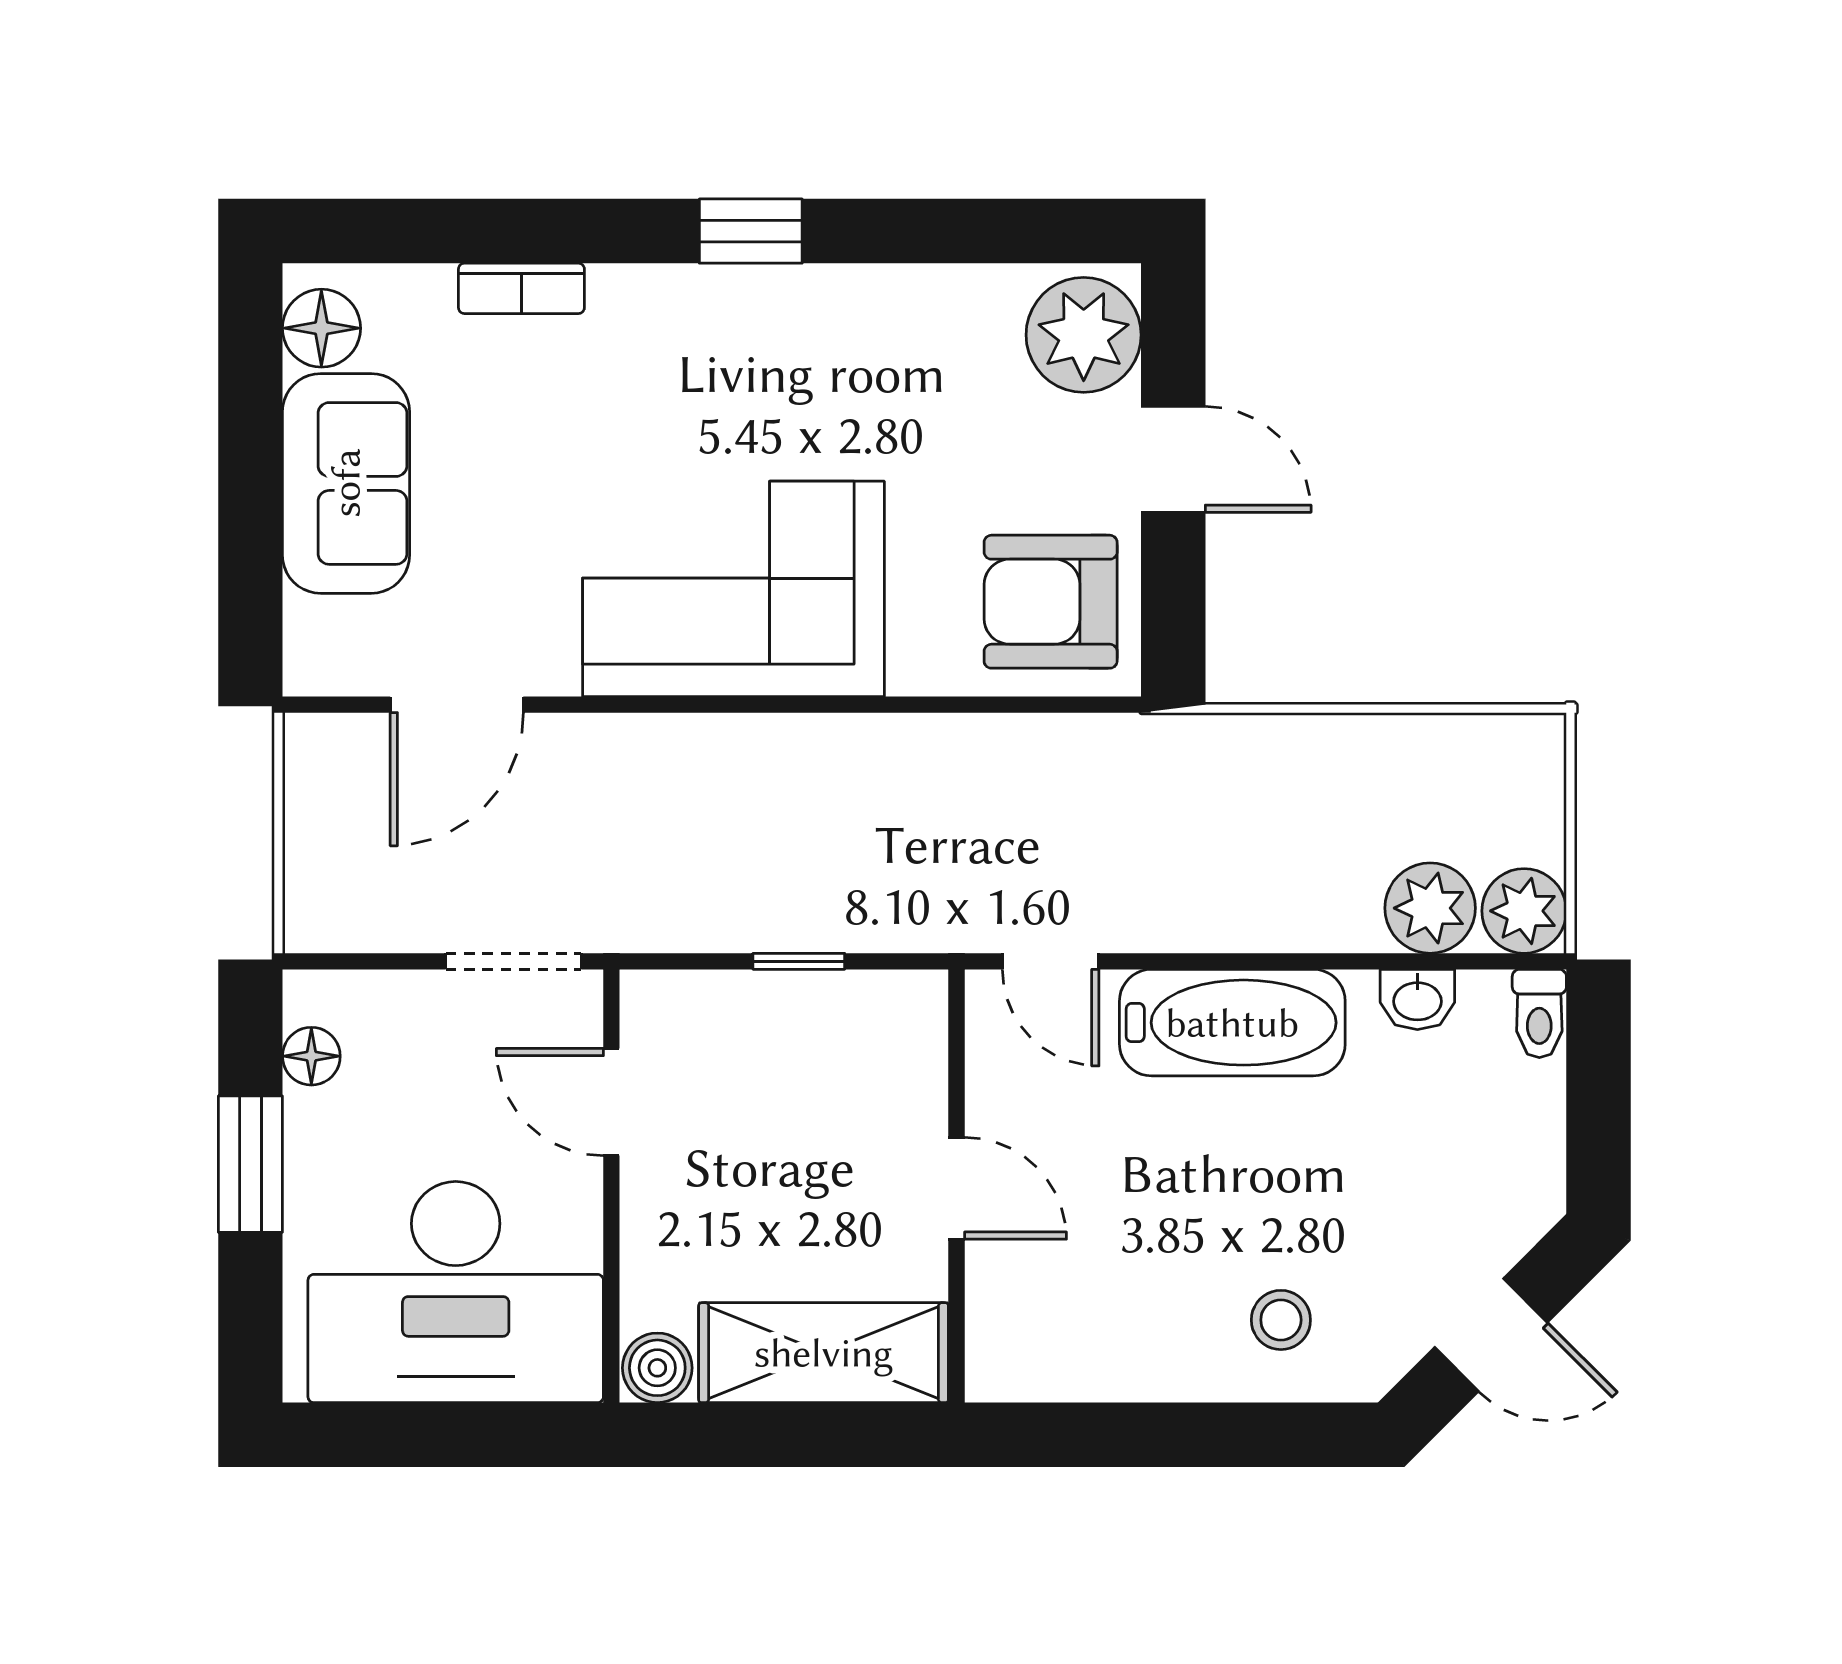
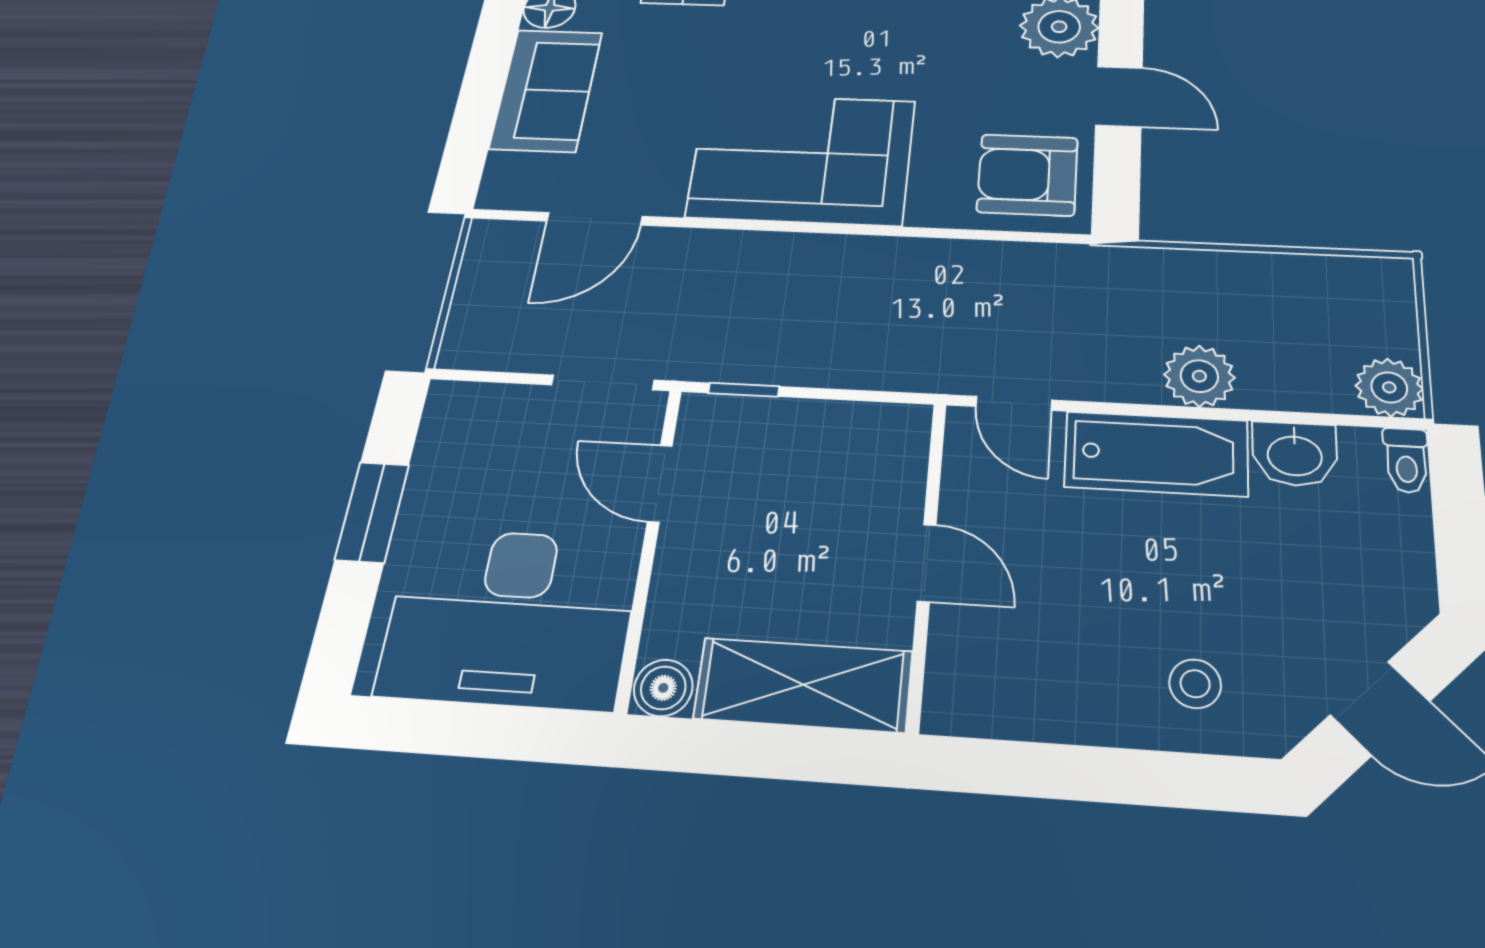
plant: (1430, 908) -> (1199, 376), moved
window: (799, 961) -> (744, 390), moved
washbasin: (1417, 999) -> (1295, 454), width x1.38, depth x1.45
floor lamp: (311, 1056) -> (437, 439), removed

